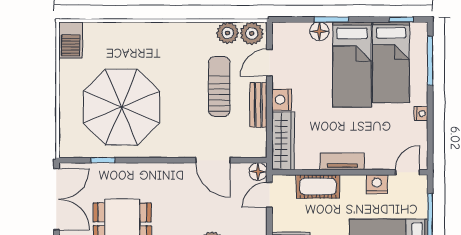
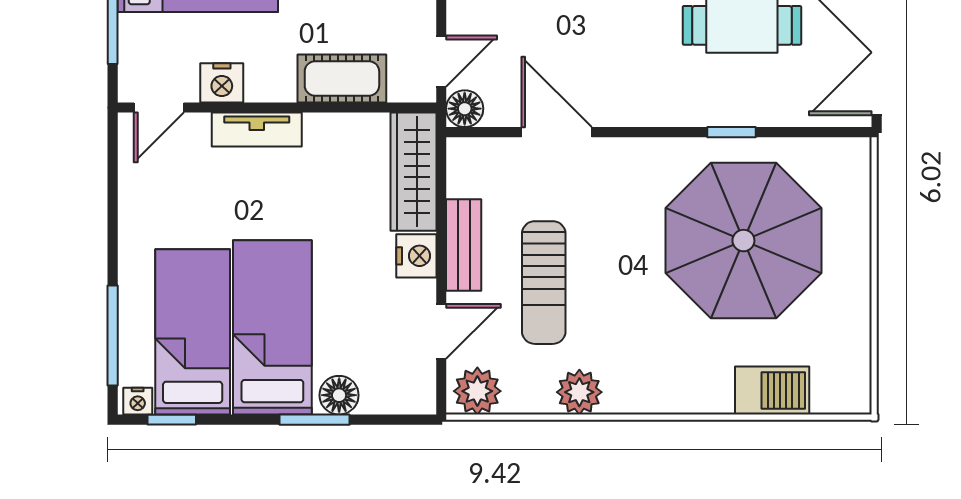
plant: (228, 33) -> (579, 392), moved
barbecue: (71, 40) -> (772, 390), moved, turned 90
nightstand: (421, 114) -> (138, 401), moved, turned -90
window: (103, 160) -> (732, 132), moved
tv unit: (342, 161) -> (257, 130), moved

